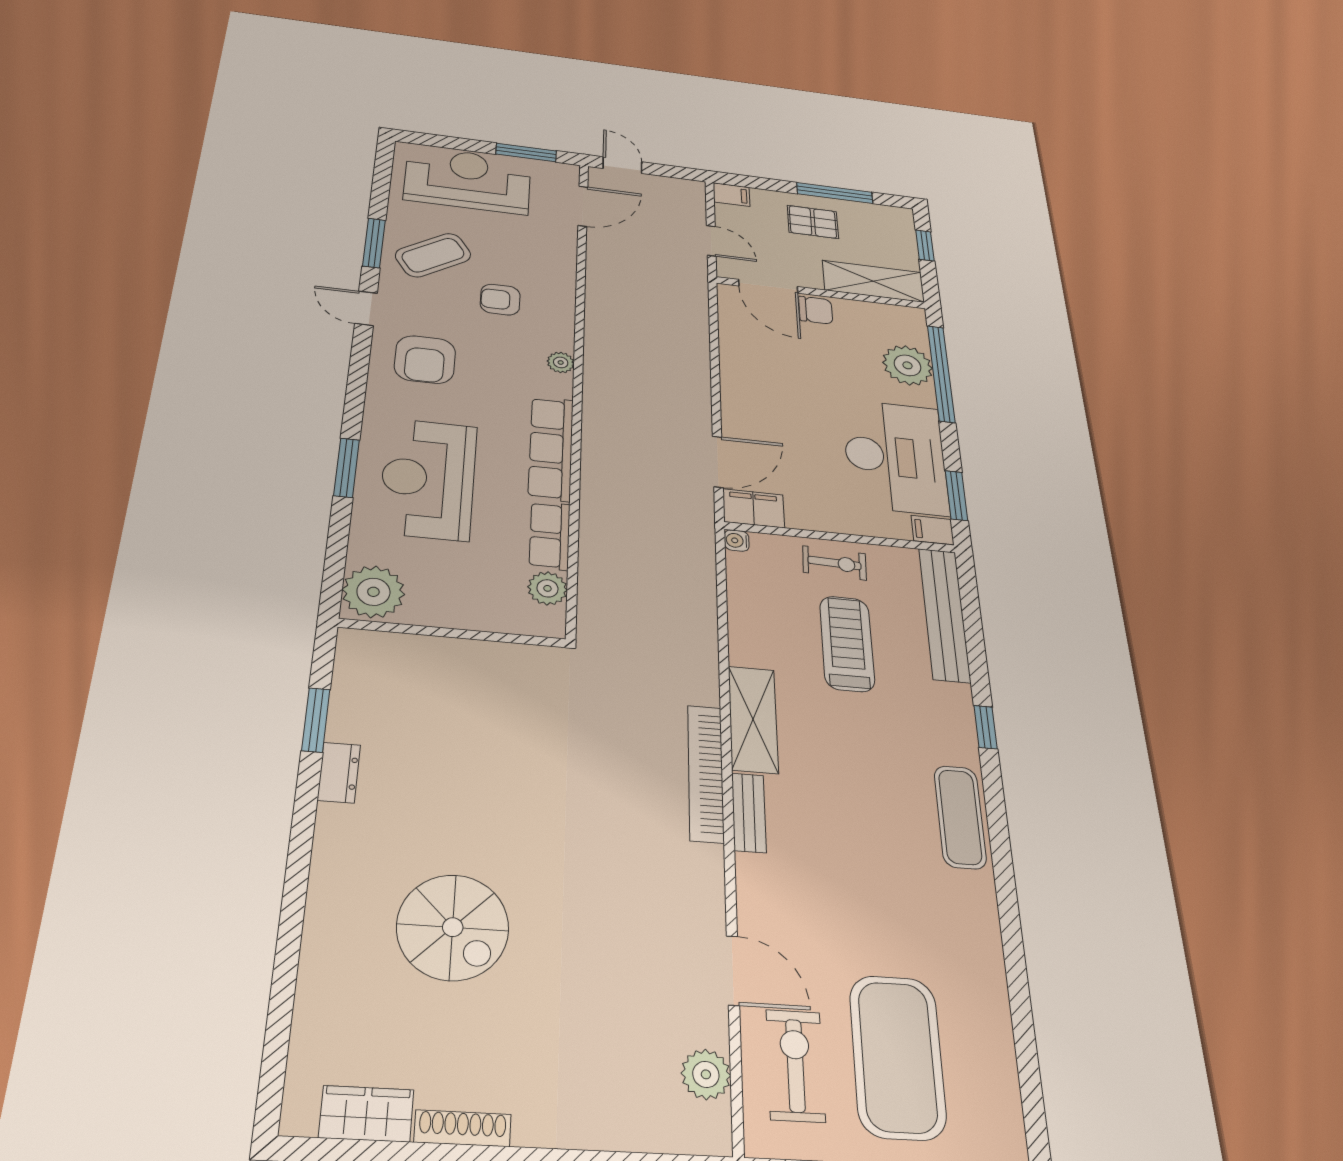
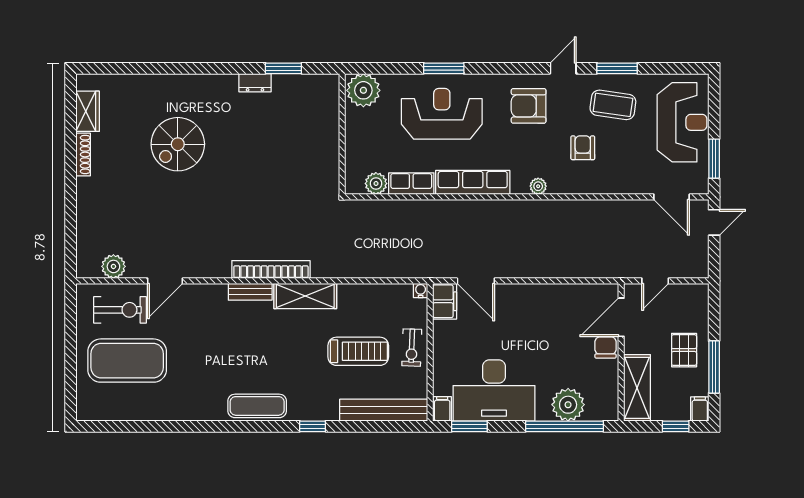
filing cabinet: (731, 195) -> (700, 409), moved, turned 180
coffee table: (433, 255) -> (613, 105), turned -49
chair: (816, 310) -> (606, 348), turned 180

